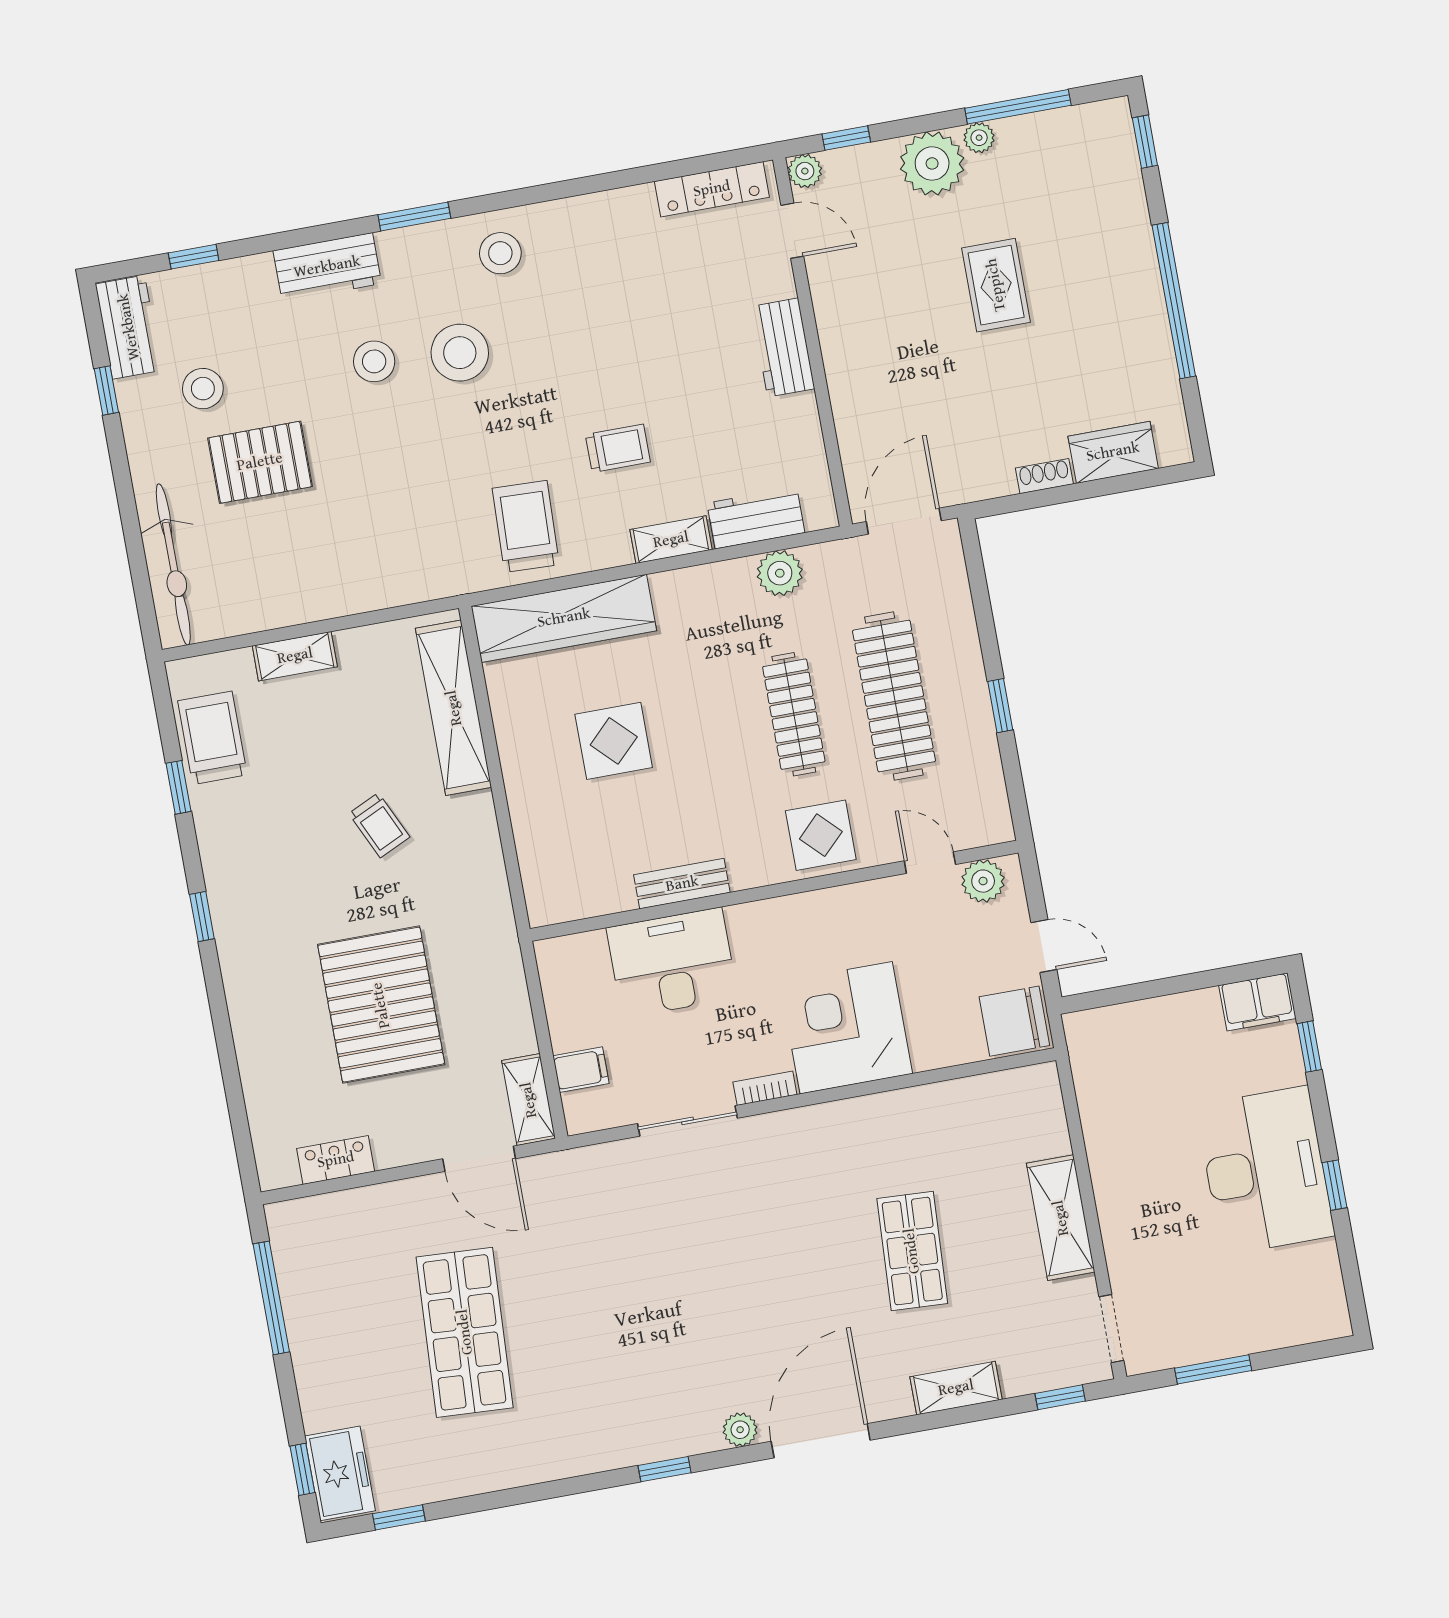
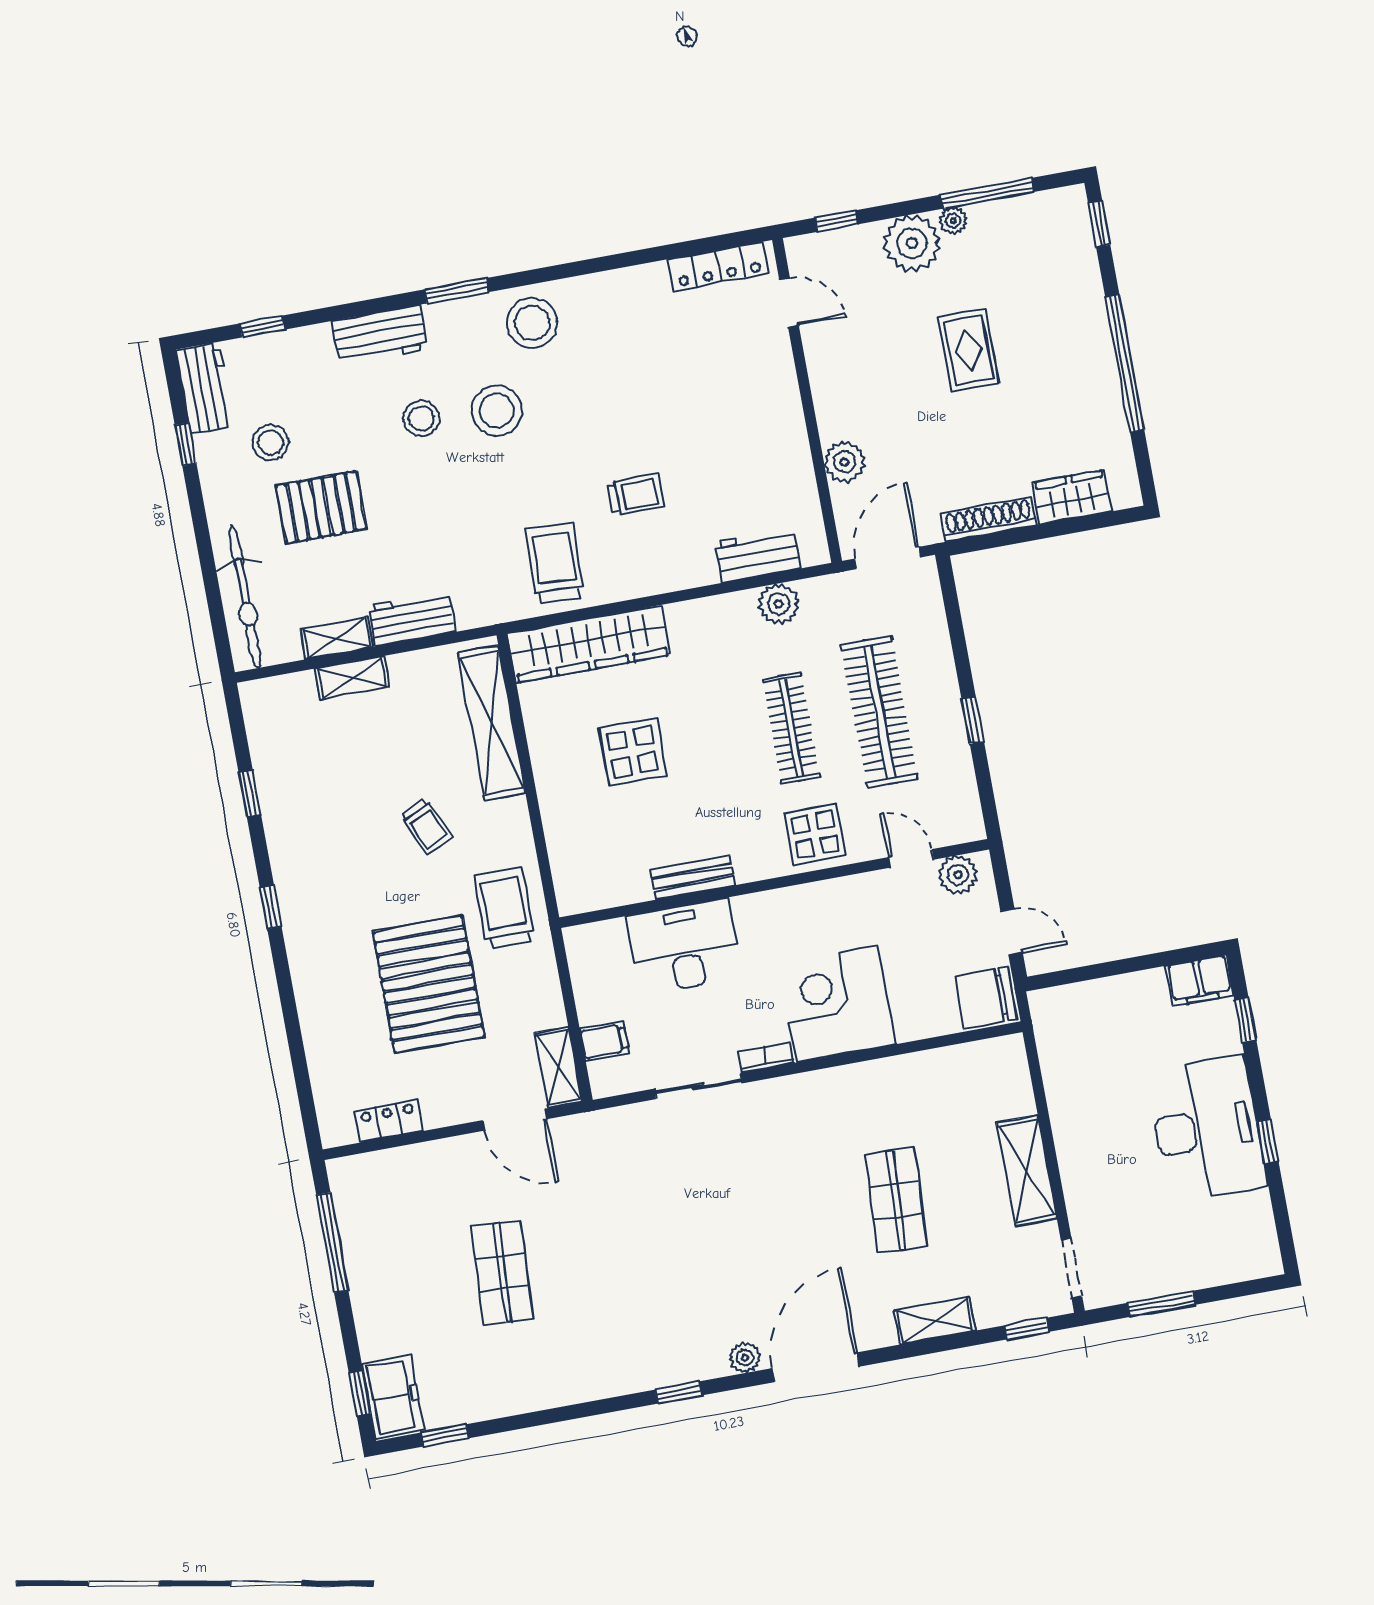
plant: (805, 171) -> (845, 462), moved, width x1.38, depth x1.38
stool: (500, 253) -> (532, 323), width x1.38, depth x1.38
workbench: (783, 348) -> (412, 619), moved, turned 90
shoe rack: (1044, 476) -> (989, 520), width x1.94, depth x1.24
shelving: (671, 540) -> (337, 638), moved
trolley: (212, 738) -> (505, 908), moved
shop shelf: (465, 1332) -> (502, 1272), width x0.70, depth x0.74

